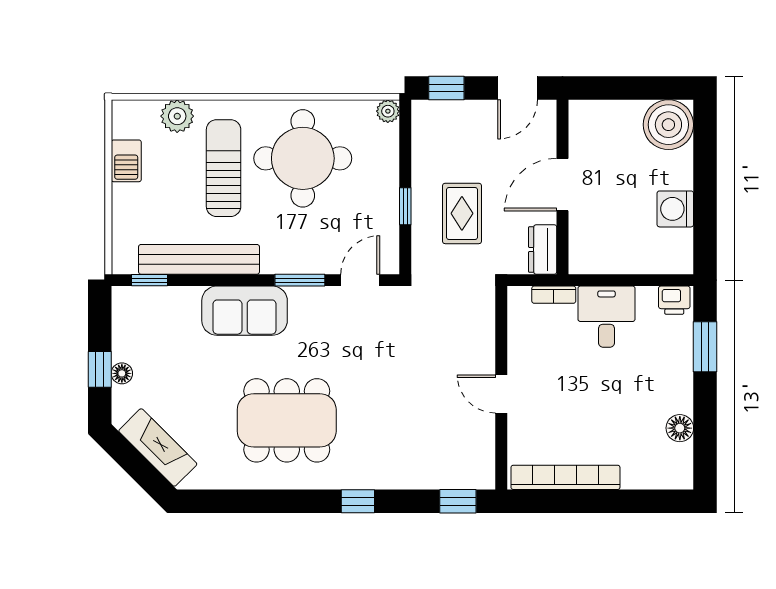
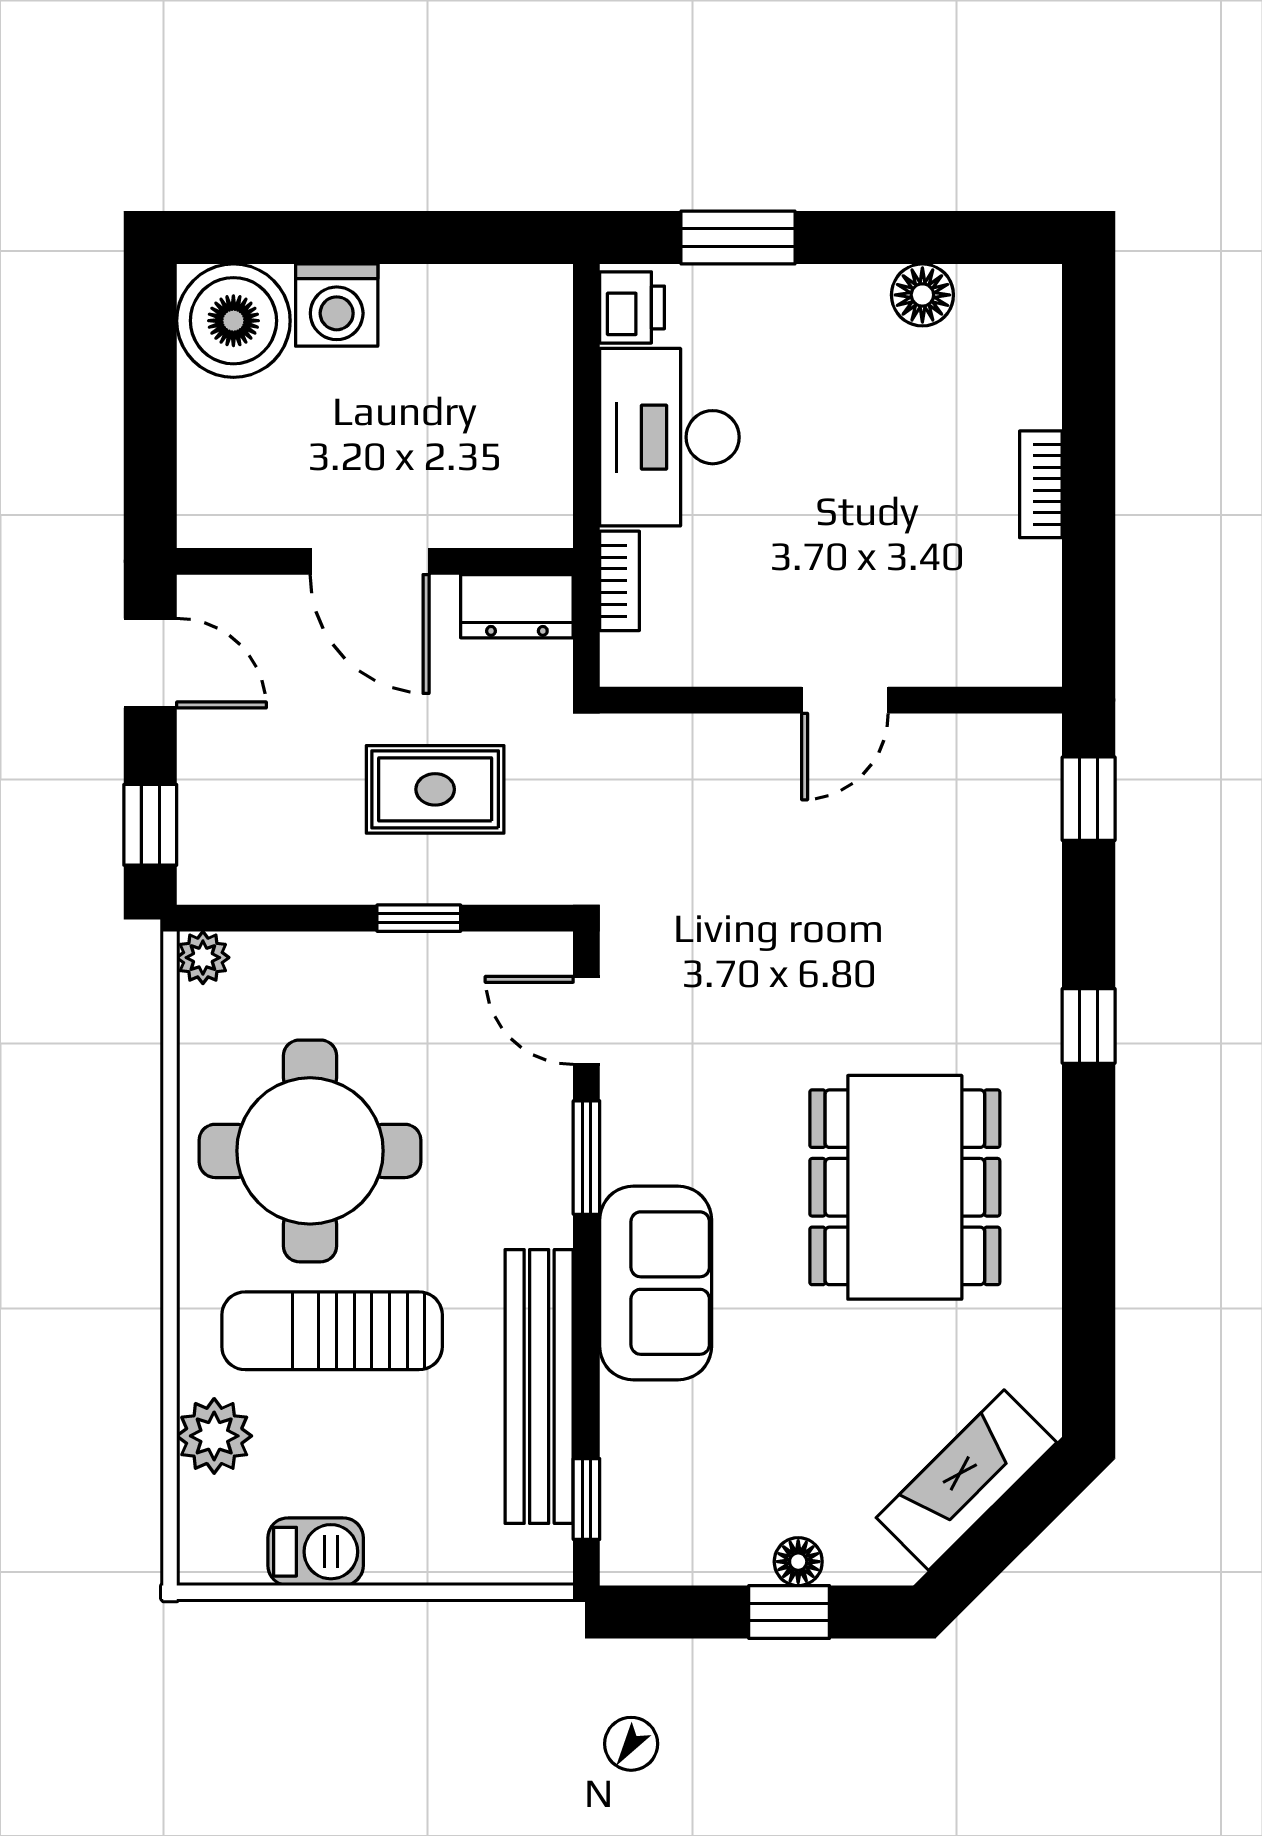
washing machine: (675, 209) -> (337, 305), moved
desk: (606, 317) -> (669, 437), width x1.37
bookcase: (565, 477) -> (1041, 484), width x0.43, depth x0.76

